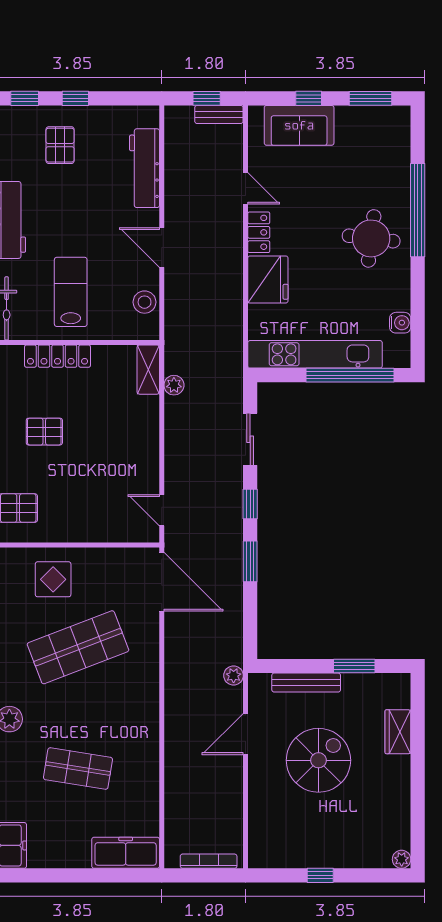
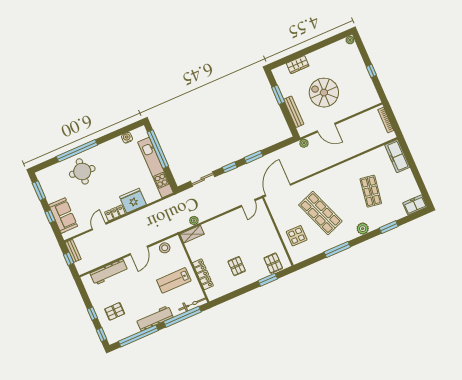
round table: (371, 238) -> (82, 171), moved

